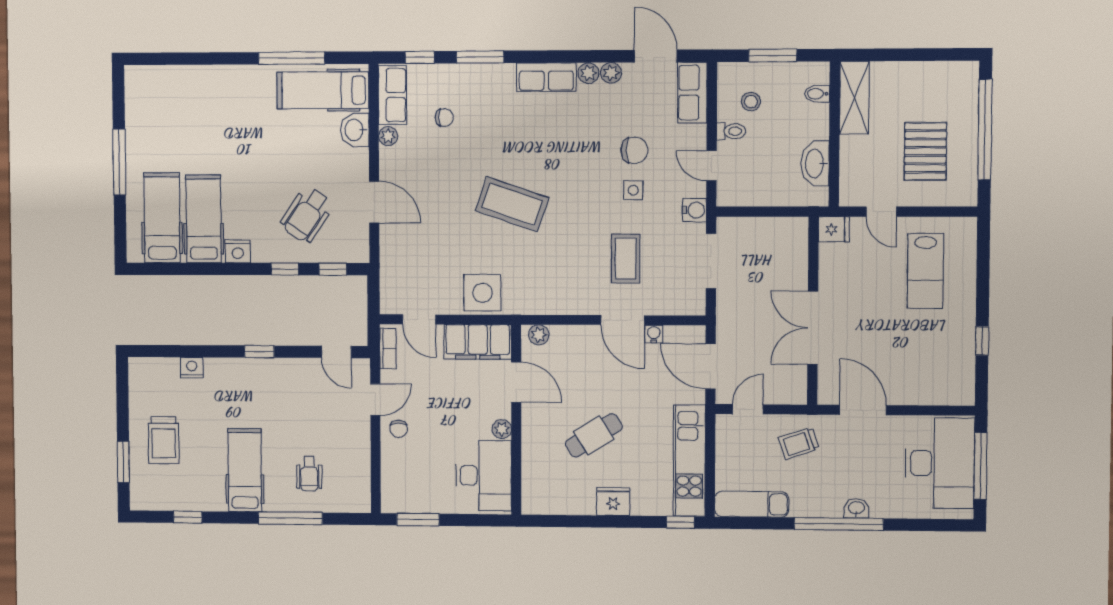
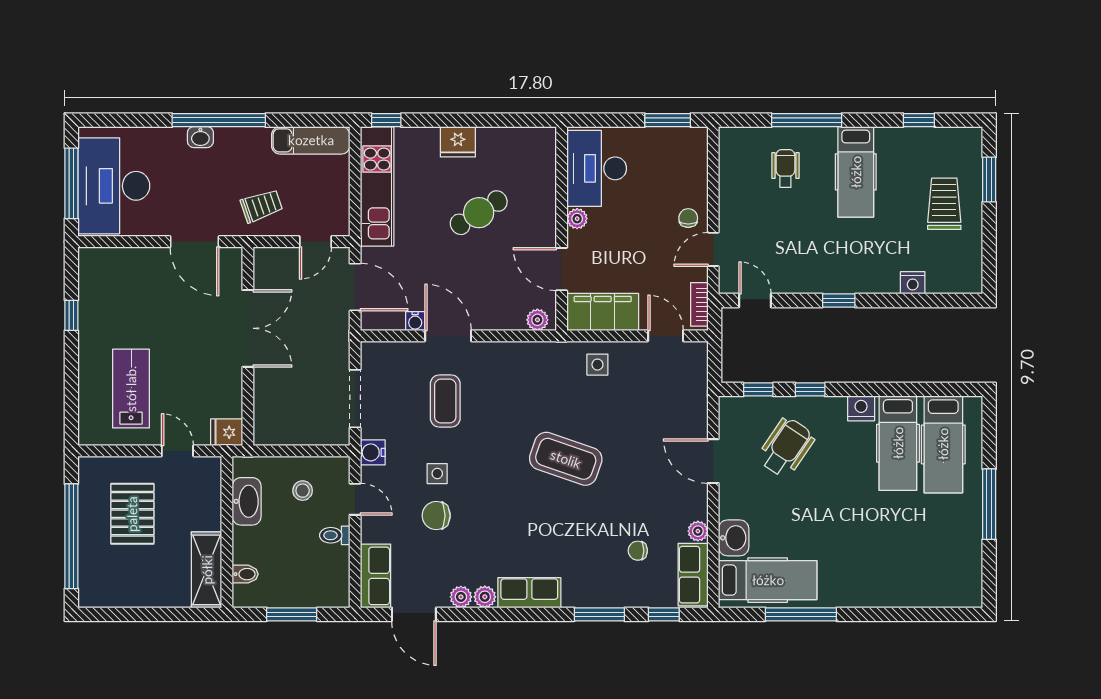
stool: (751, 102) -> (303, 491), moved
side table: (482, 293) -> (597, 365), width x0.54, depth x0.54

